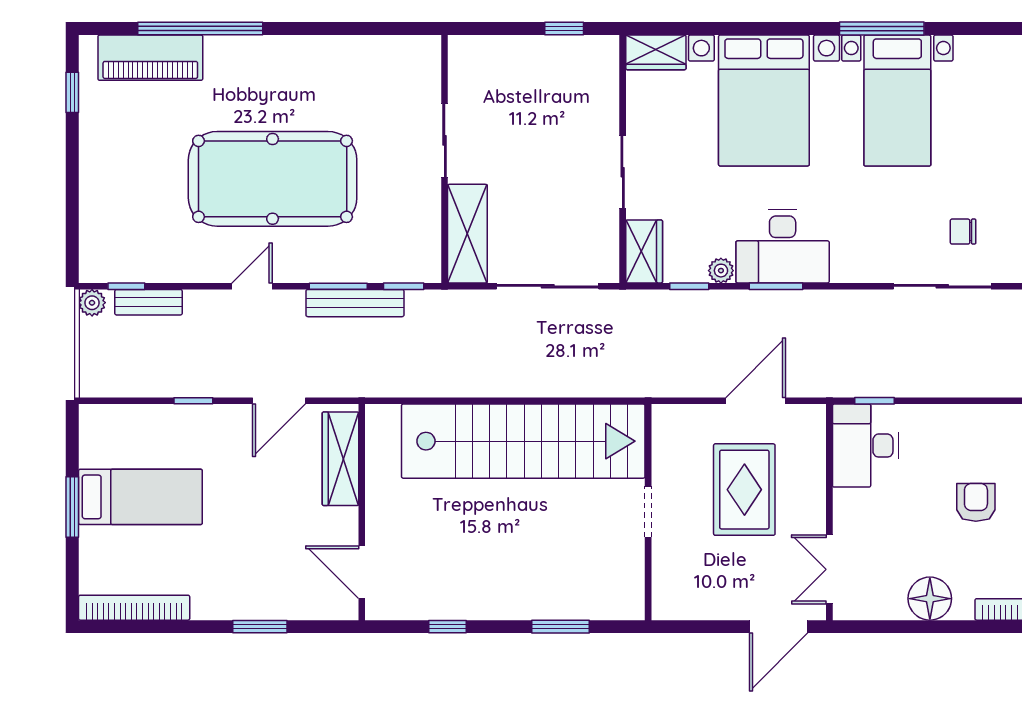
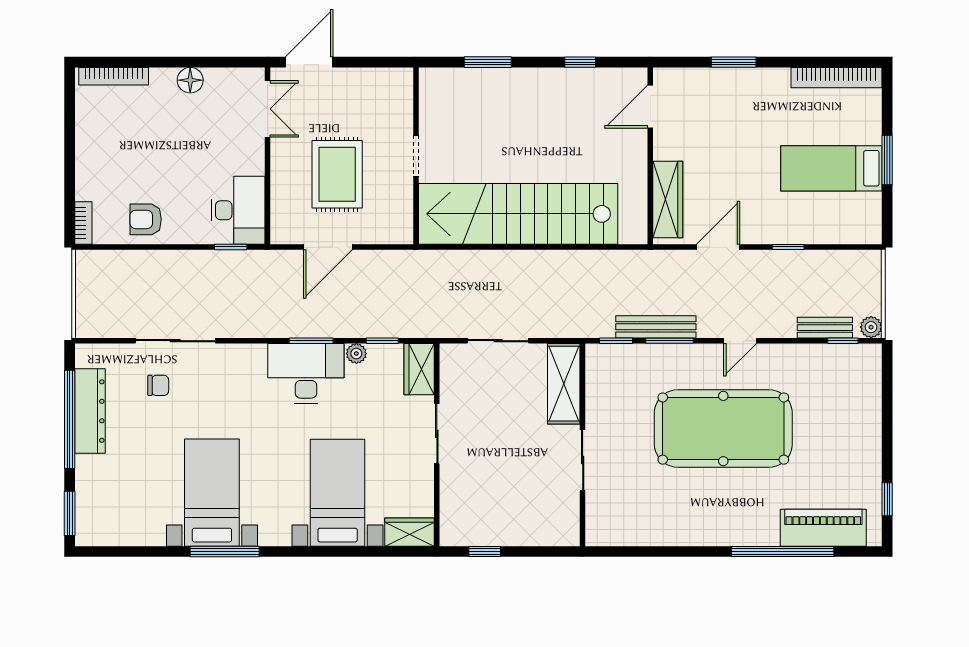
bed with nightstands: (764, 100) -> (338, 493), width x0.73
sliding door: (548, 286) -> (498, 341), width x0.73
armchair: (976, 502) -> (146, 219), moved, turned 90
door: (362, 572) -> (650, 107), swing flipped
floor lamp: (930, 599) -> (190, 80), width x0.73, depth x0.73

